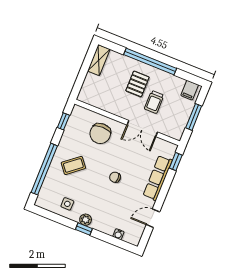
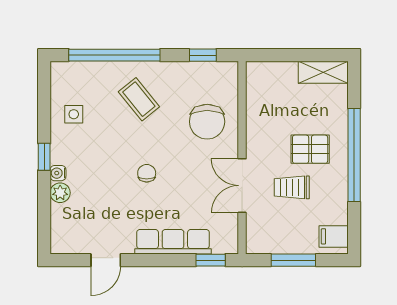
chair: (100, 133) -> (207, 122), turned -90
door: (153, 218) -> (106, 260), swing flipped
plant: (86, 220) -> (60, 193), moved
water cooler: (118, 234) -> (58, 173), moved

